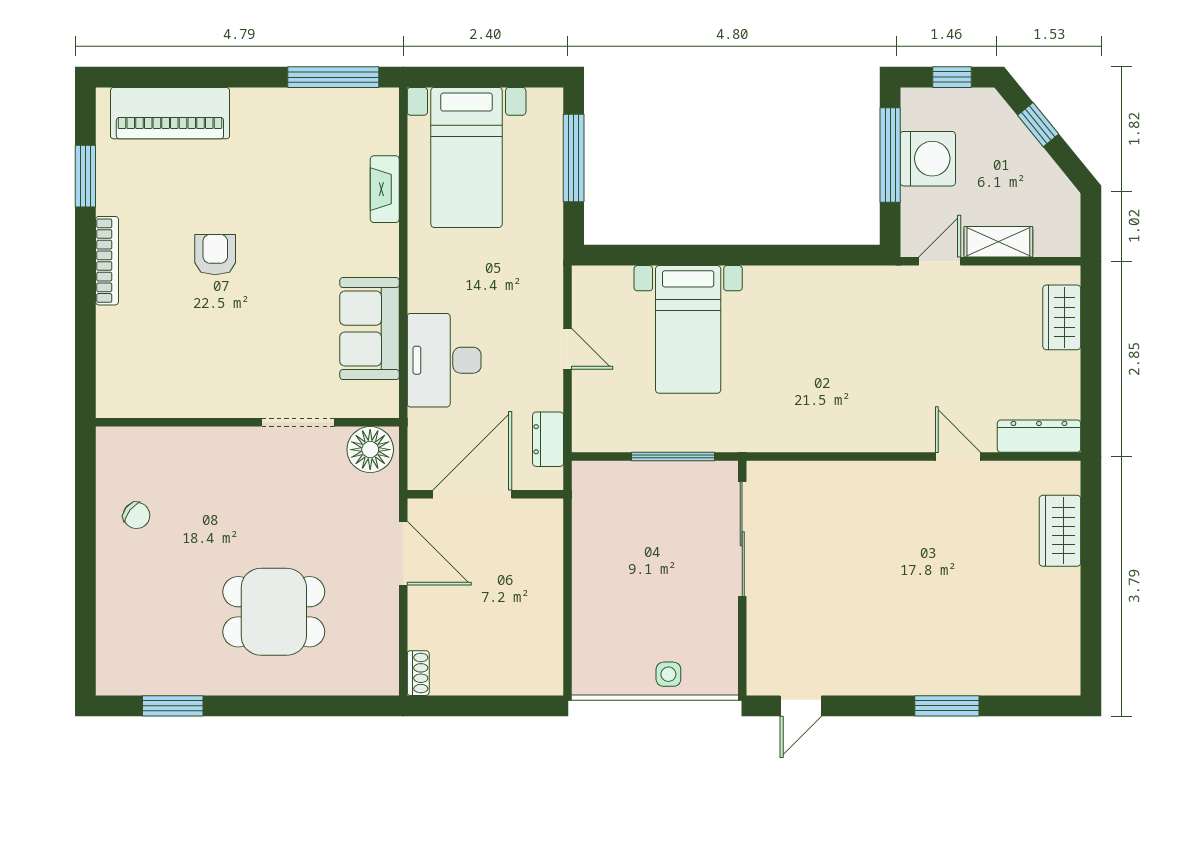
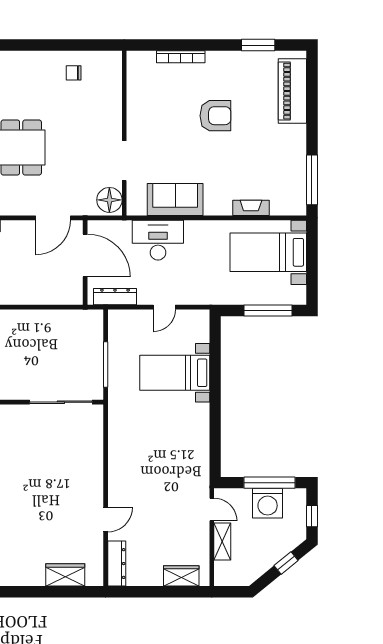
armchair: (215, 255) -> (215, 116), width x1.38, depth x1.38
bookcase: (107, 261) -> (181, 57), moved
dresser: (548, 439) -> (115, 297), width x1.44
chair: (136, 515) -> (74, 73), turned 52

